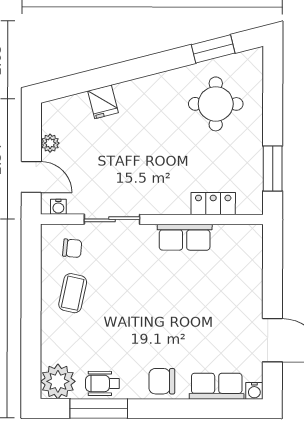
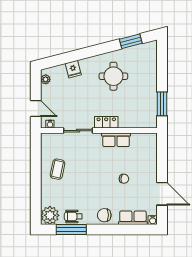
round table: (216, 104) -> (113, 76), moved
plant: (50, 143) -> (46, 79), moved
locker: (213, 204) -> (106, 122), moved
chair: (72, 248) -> (124, 179), moved

